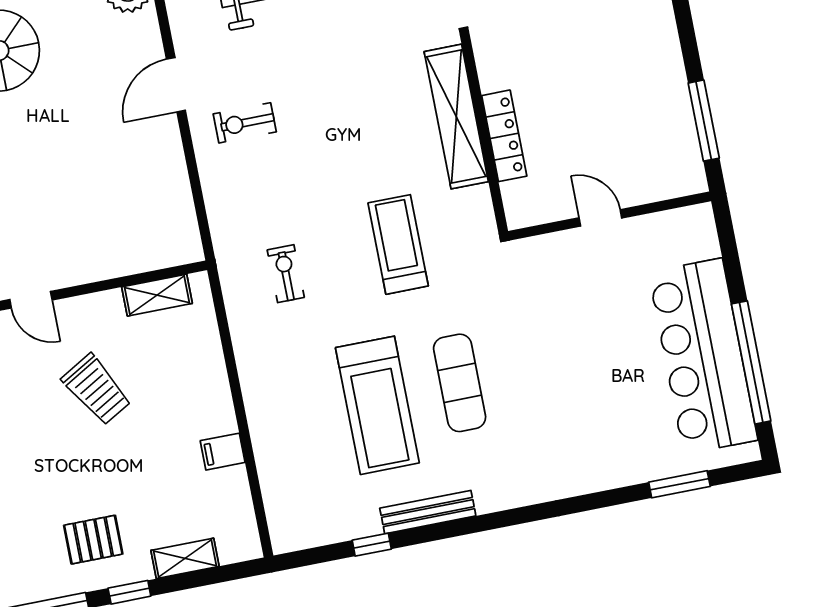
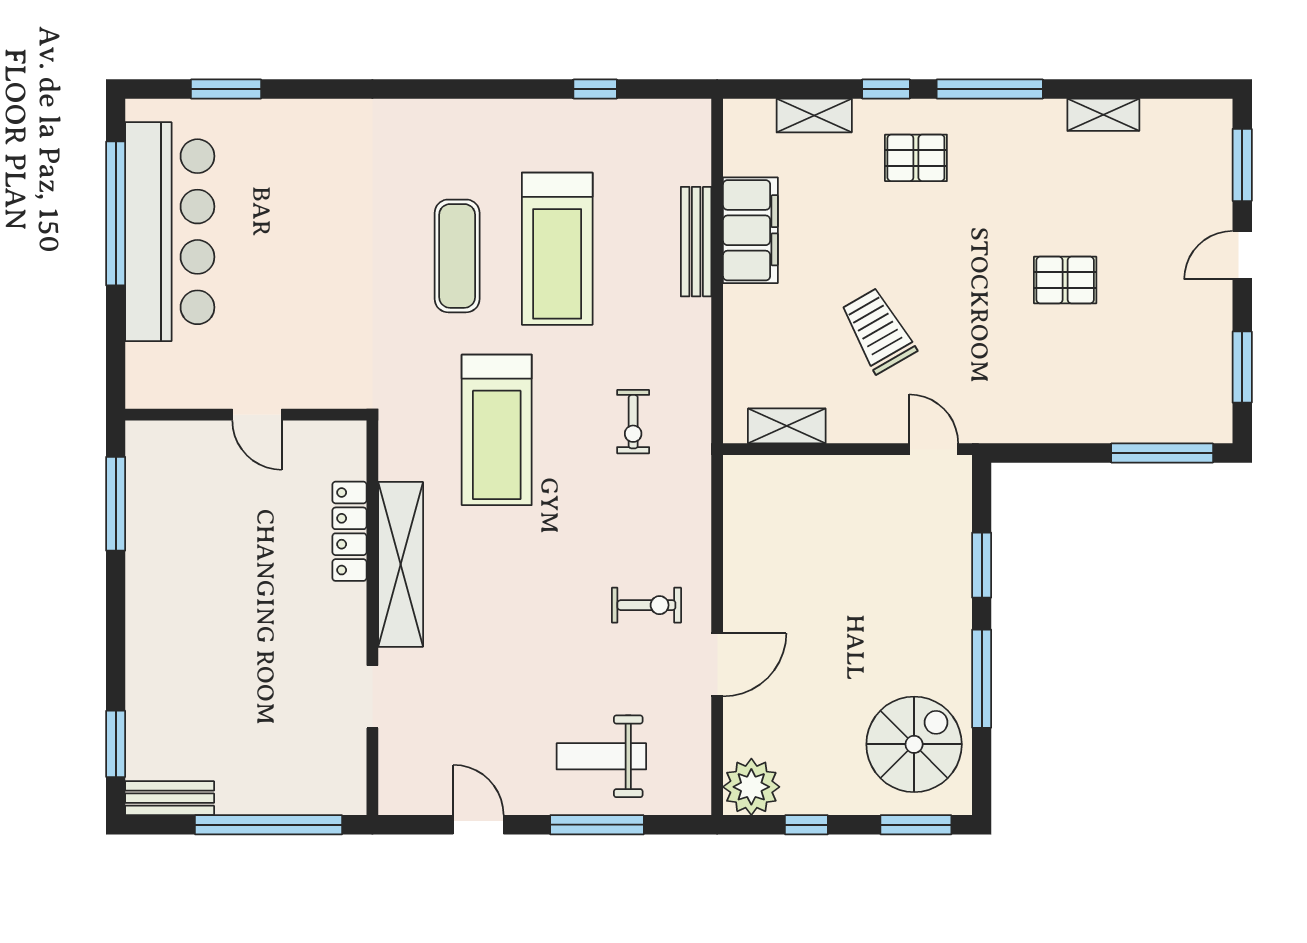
treadmill: (398, 244) -> (497, 430), width x1.37, depth x1.38
treadmill: (377, 405) -> (557, 249), turned 180
filing cabinet: (223, 452) -> (750, 230), width x3.00, depth x1.17
bench: (428, 512) -> (696, 242), moved, turned 90

